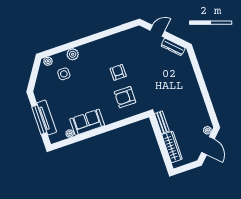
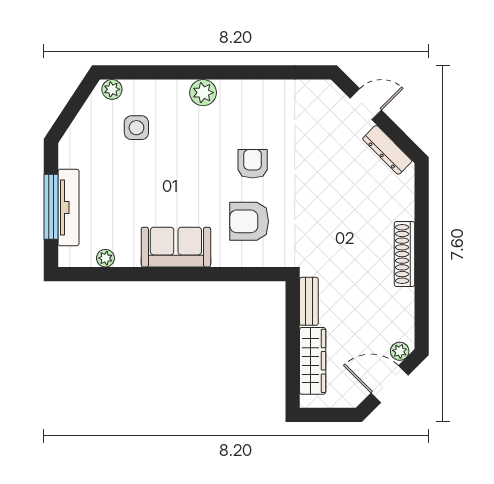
plant: (73, 54) -> (203, 93), moved
shoe rack: (195, 88) -> (404, 254), added
sofa: (87, 122) -> (176, 247), moved
door: (208, 146) -> (390, 384), swing flipped

